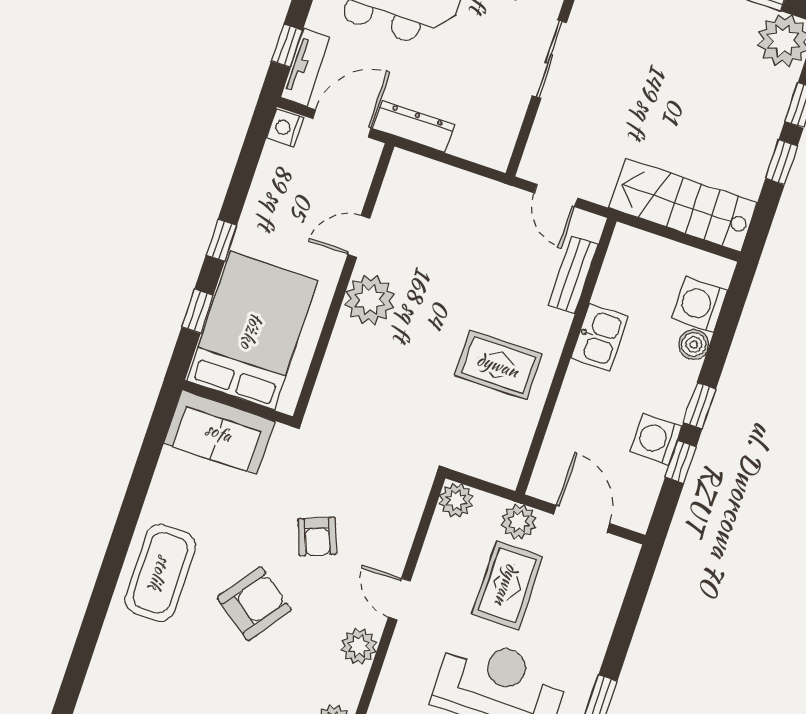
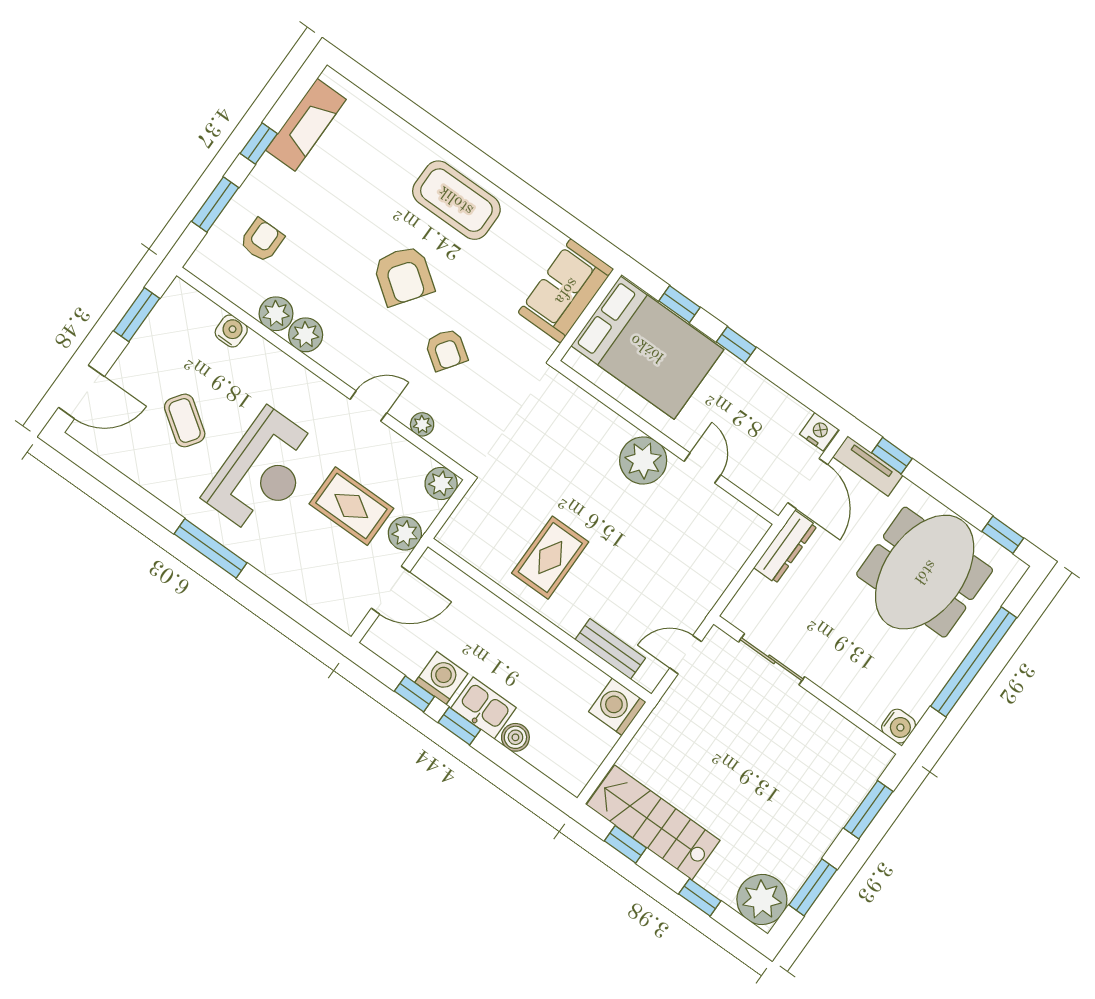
sliding door: (549, 59) -> (772, 659), moved
window: (782, 162) -> (625, 844), moved
stairs: (683, 205) -> (653, 823), moved, turned -90
washing machine: (700, 304) -> (617, 707), moved, turned -90
kitchen sink: (600, 337) -> (484, 708), moved, turned 180
armchair: (317, 537) -> (446, 350), turned -124
plant: (401, 538) -> (422, 424), added
plant: (359, 646) -> (306, 335), moved

